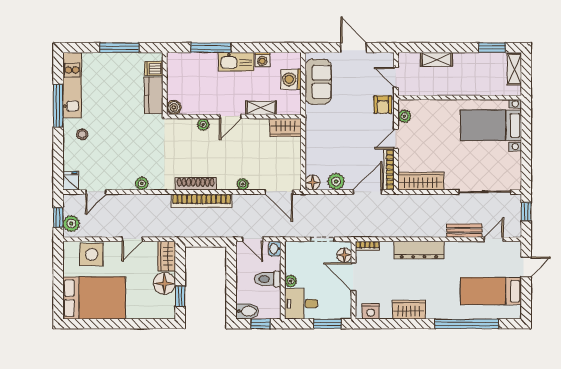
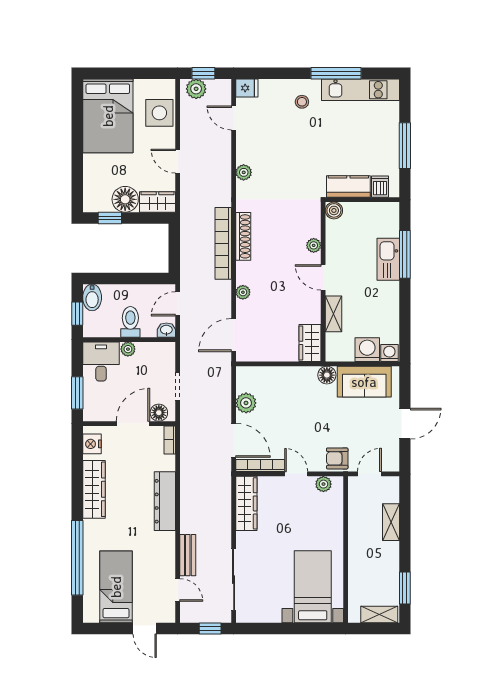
washing machine: (262, 60) -> (389, 353), moved, turned 90
kitchen sink: (236, 62) -> (388, 259), moved
floor lamp: (313, 183) -> (327, 375), moved
wardrobe: (409, 310) -> (94, 489), width x1.50

